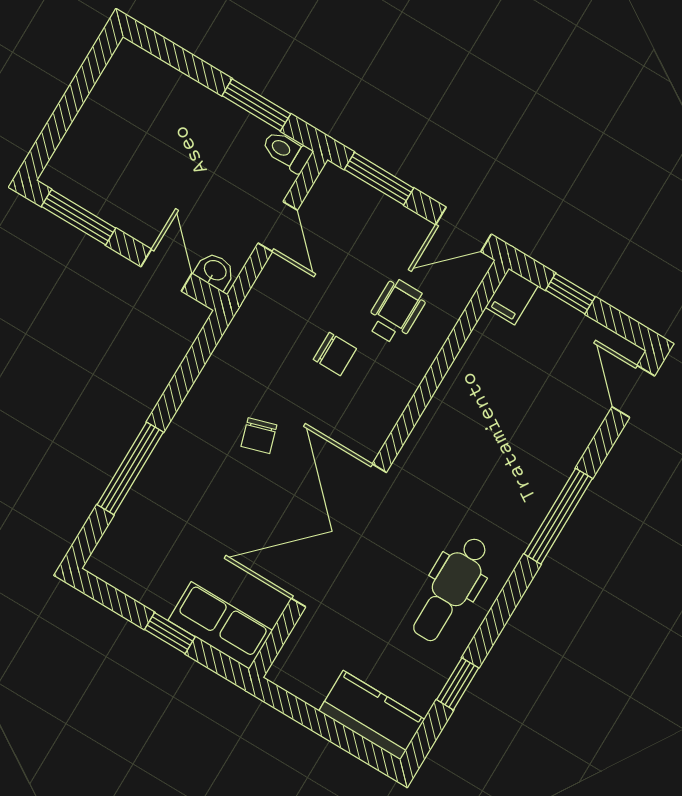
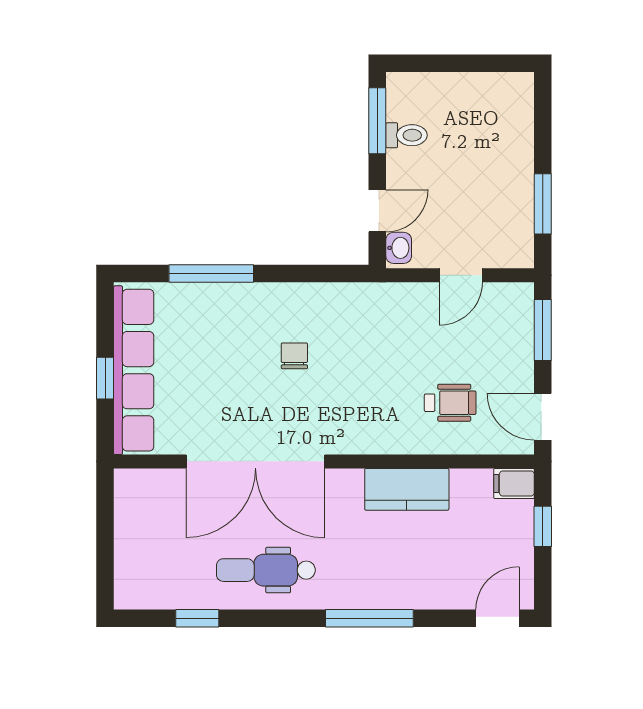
toilet: (287, 151) -> (407, 135), moved, turned 90
chair: (335, 354) -> (390, 376), removed
chair: (259, 436) -> (294, 356), turned 107
double door: (339, 535) -> (255, 461), swing flipped
row of seats: (220, 625) -> (134, 370), width x2.02
kitchen counter: (372, 715) -> (407, 489), moved, turned 90

